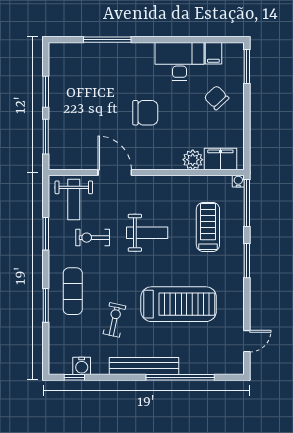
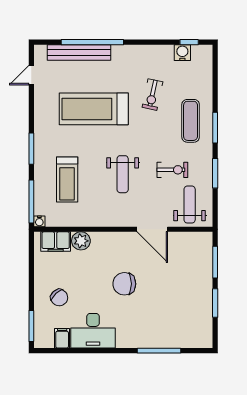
weight bench: (147, 233) -> (123, 174), turned -90
window: (46, 305) -> (215, 128), moved
bench: (144, 366) -> (79, 53), moved

